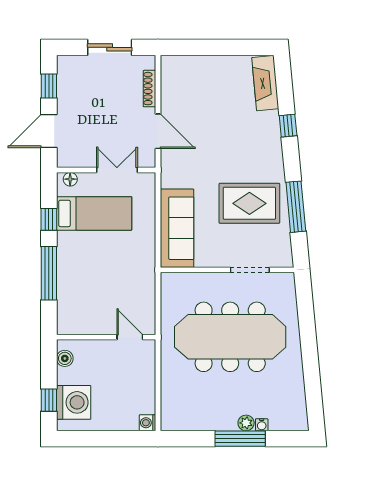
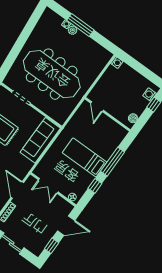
bed: (94, 213) -> (85, 157), moved
washing machine: (74, 402) -> (150, 95), width x0.53, depth x0.53

